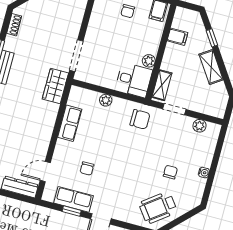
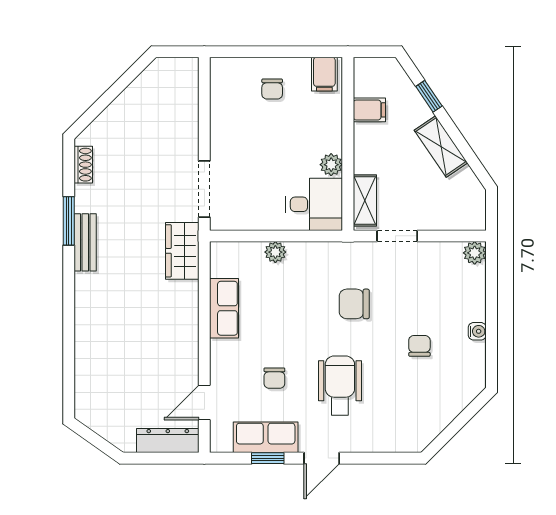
chair: (140, 119) -> (354, 304), moved, turned 180
plant: (200, 126) -> (475, 253), moved
wheelchair: (158, 208) -> (340, 385), moved, turned 127

